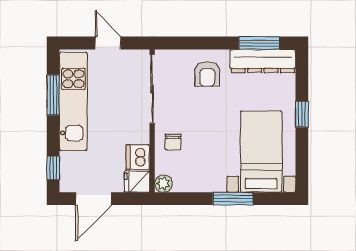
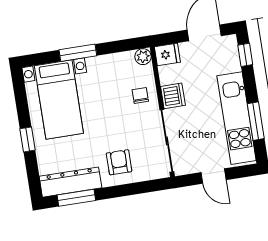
dishwasher: (138, 157) -> (173, 96), moved

